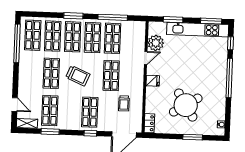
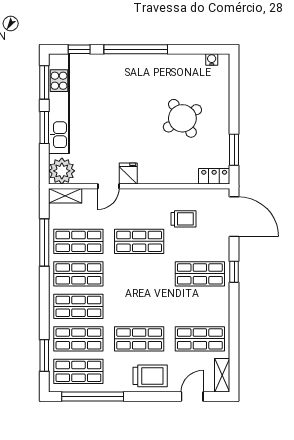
window: (73, 16) -> (44, 356), moved
window: (173, 20) -> (44, 127), moved
shelving: (141, 31) -> (65, 196), added
plant: (156, 43) -> (62, 171), moved
door: (146, 58) -> (108, 186), swing flipped
trolley: (78, 76) -> (150, 376), moved, turned 67
fridge: (153, 81) -> (128, 174), moved
round table: (186, 105) -> (182, 118), width x0.73, depth x0.73
window: (50, 132) -> (234, 337), removed
window: (193, 137) -> (234, 150), moved

